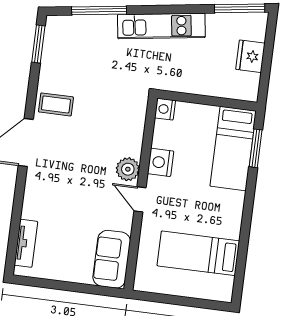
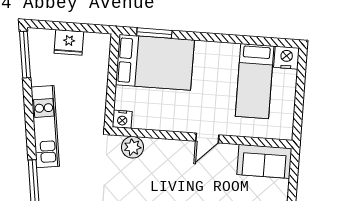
bed: (233, 148) -> (155, 62), width x1.50
nightstand: (161, 162) -> (286, 58), moved, turned 180
plant: (128, 169) -> (133, 147), moved

